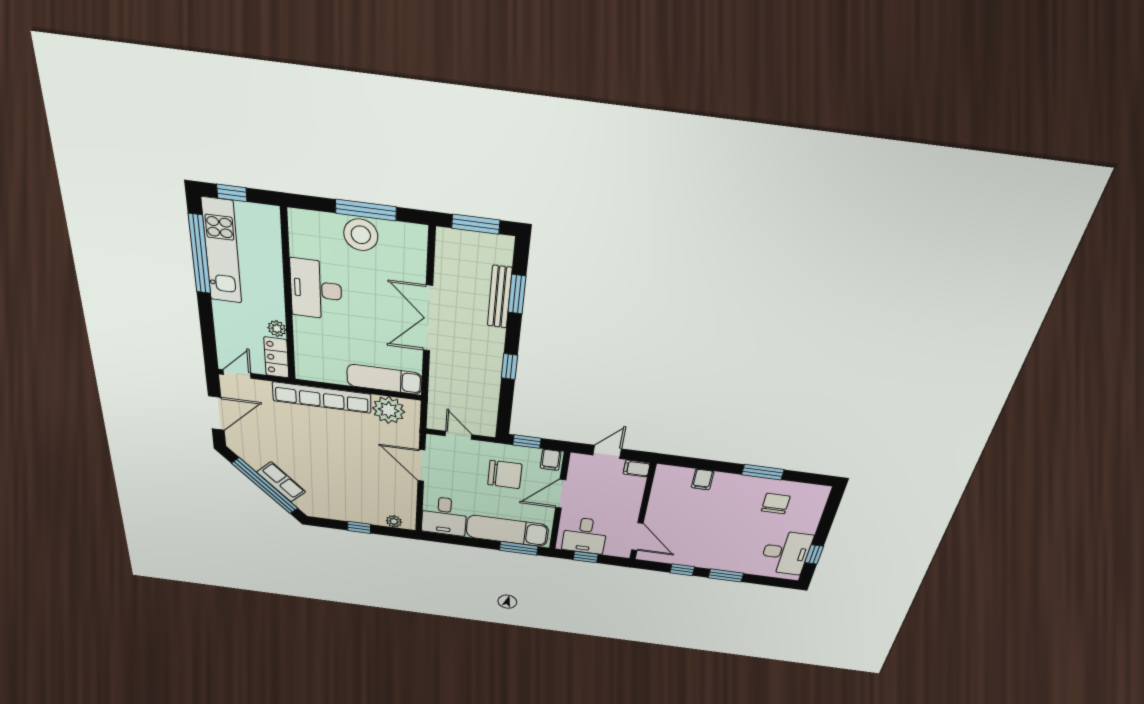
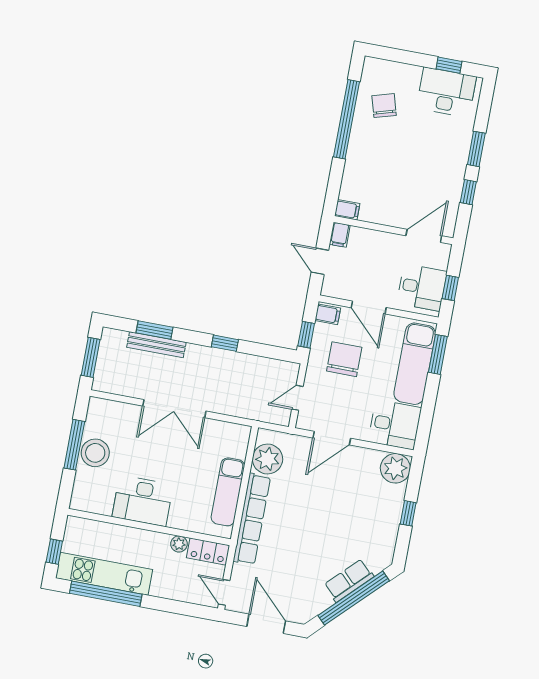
exam couch: (384, 379) -> (228, 492), moved
window: (763, 472) -> (346, 119), width x2.11
filing cabinet: (703, 480) -> (347, 210), moved
chair: (776, 504) -> (384, 106), turned 74
plant: (394, 521) -> (395, 468), width x1.88, depth x1.88

